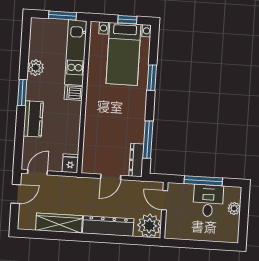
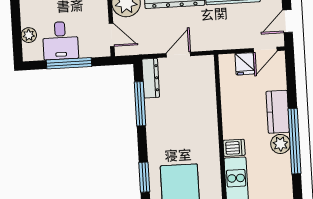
plant: (36, 68) -> (280, 144), moved
window: (22, 93) -> (294, 141), width x2.11
fridge: (70, 163) -> (245, 64), moved

